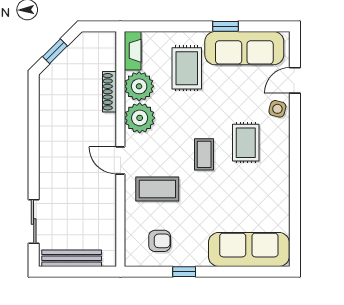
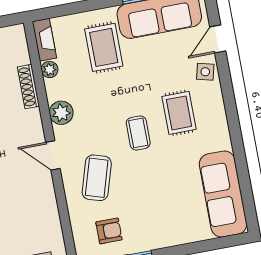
plant: (139, 86) -> (50, 69), width x0.53, depth x0.53
plant: (140, 118) -> (61, 113), width x0.73, depth x0.73
coffee table: (157, 189) -> (97, 178), turned -73
sofa: (249, 249) -> (223, 194), moved, turned -90

